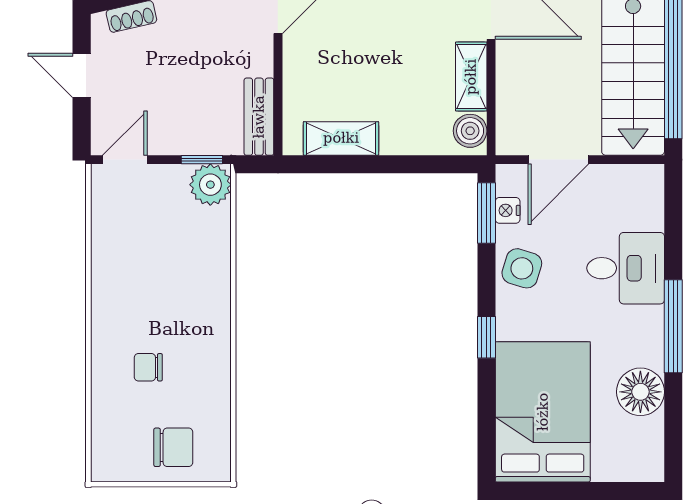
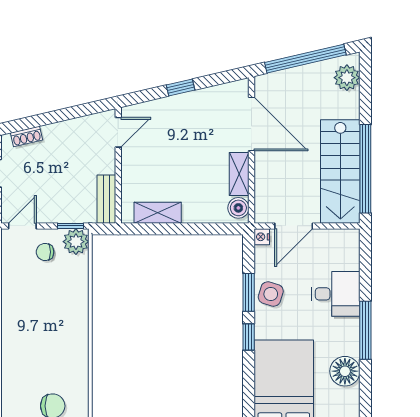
nightstand: (508, 210) -> (262, 237), moved
window: (486, 213) -> (249, 292), moved
chair: (148, 367) -> (45, 252), moved

